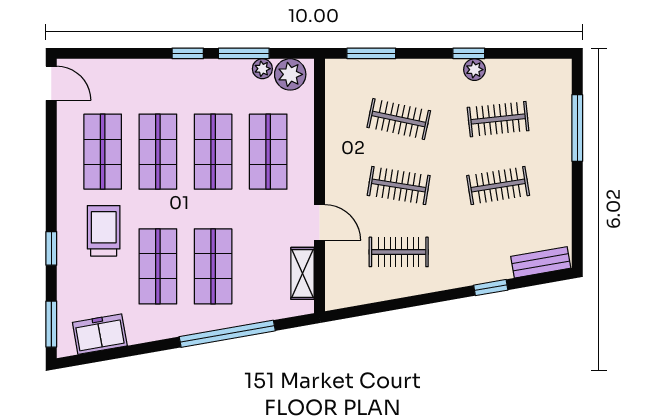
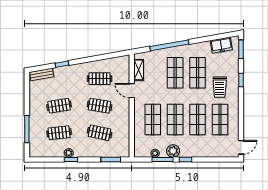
plant: (290, 74) -> (173, 151), moved
door: (51, 83) -> (241, 147), swing flipped

